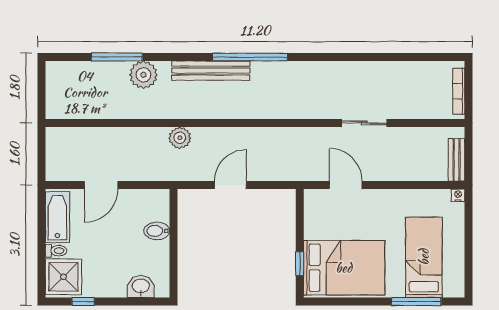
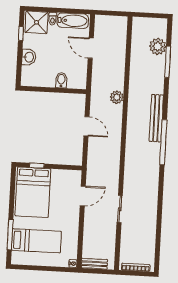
plant: (143, 75) -> (158, 46), moved
washbasin: (141, 286) -> (29, 57), moved

